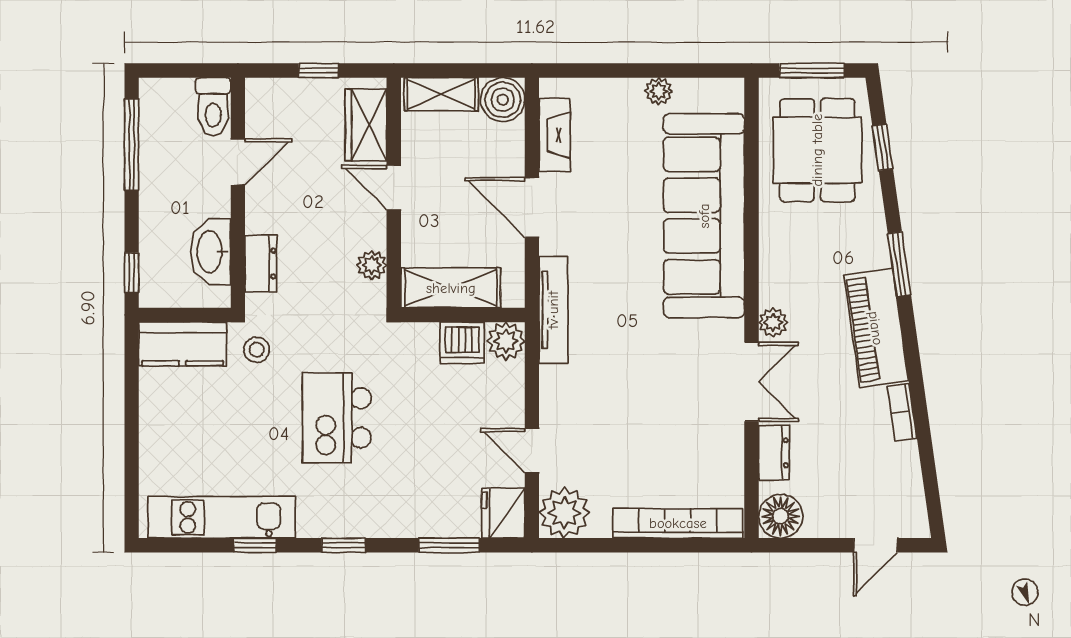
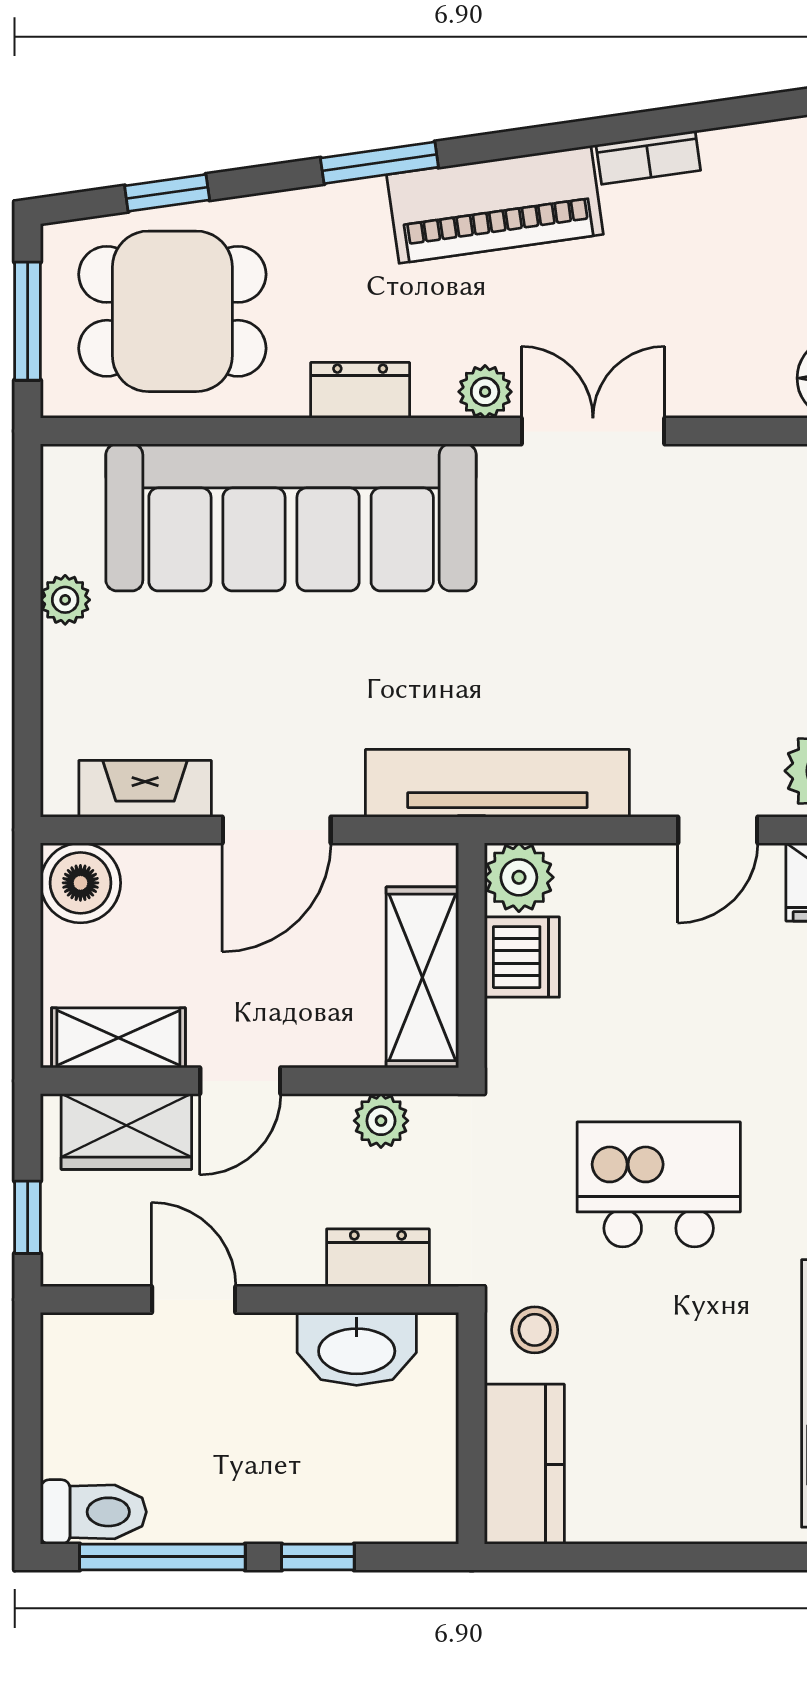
shelving: (441, 94) -> (118, 1038), moved, turned 90
toilet: (213, 107) -> (93, 1512), moved
door: (238, 162) -> (194, 1300), moved
wall: (238, 193) -> (250, 1300), moved
washbasin: (211, 252) -> (357, 1349), moved
dresser: (261, 263) -> (378, 1258), moved
window: (132, 273) -> (318, 1557), moved
tv unit: (553, 310) -> (497, 783), width x1.36, depth x1.29
kitchen island: (337, 418) -> (659, 1184), turned 180
dresser: (774, 453) -> (360, 390), moved

